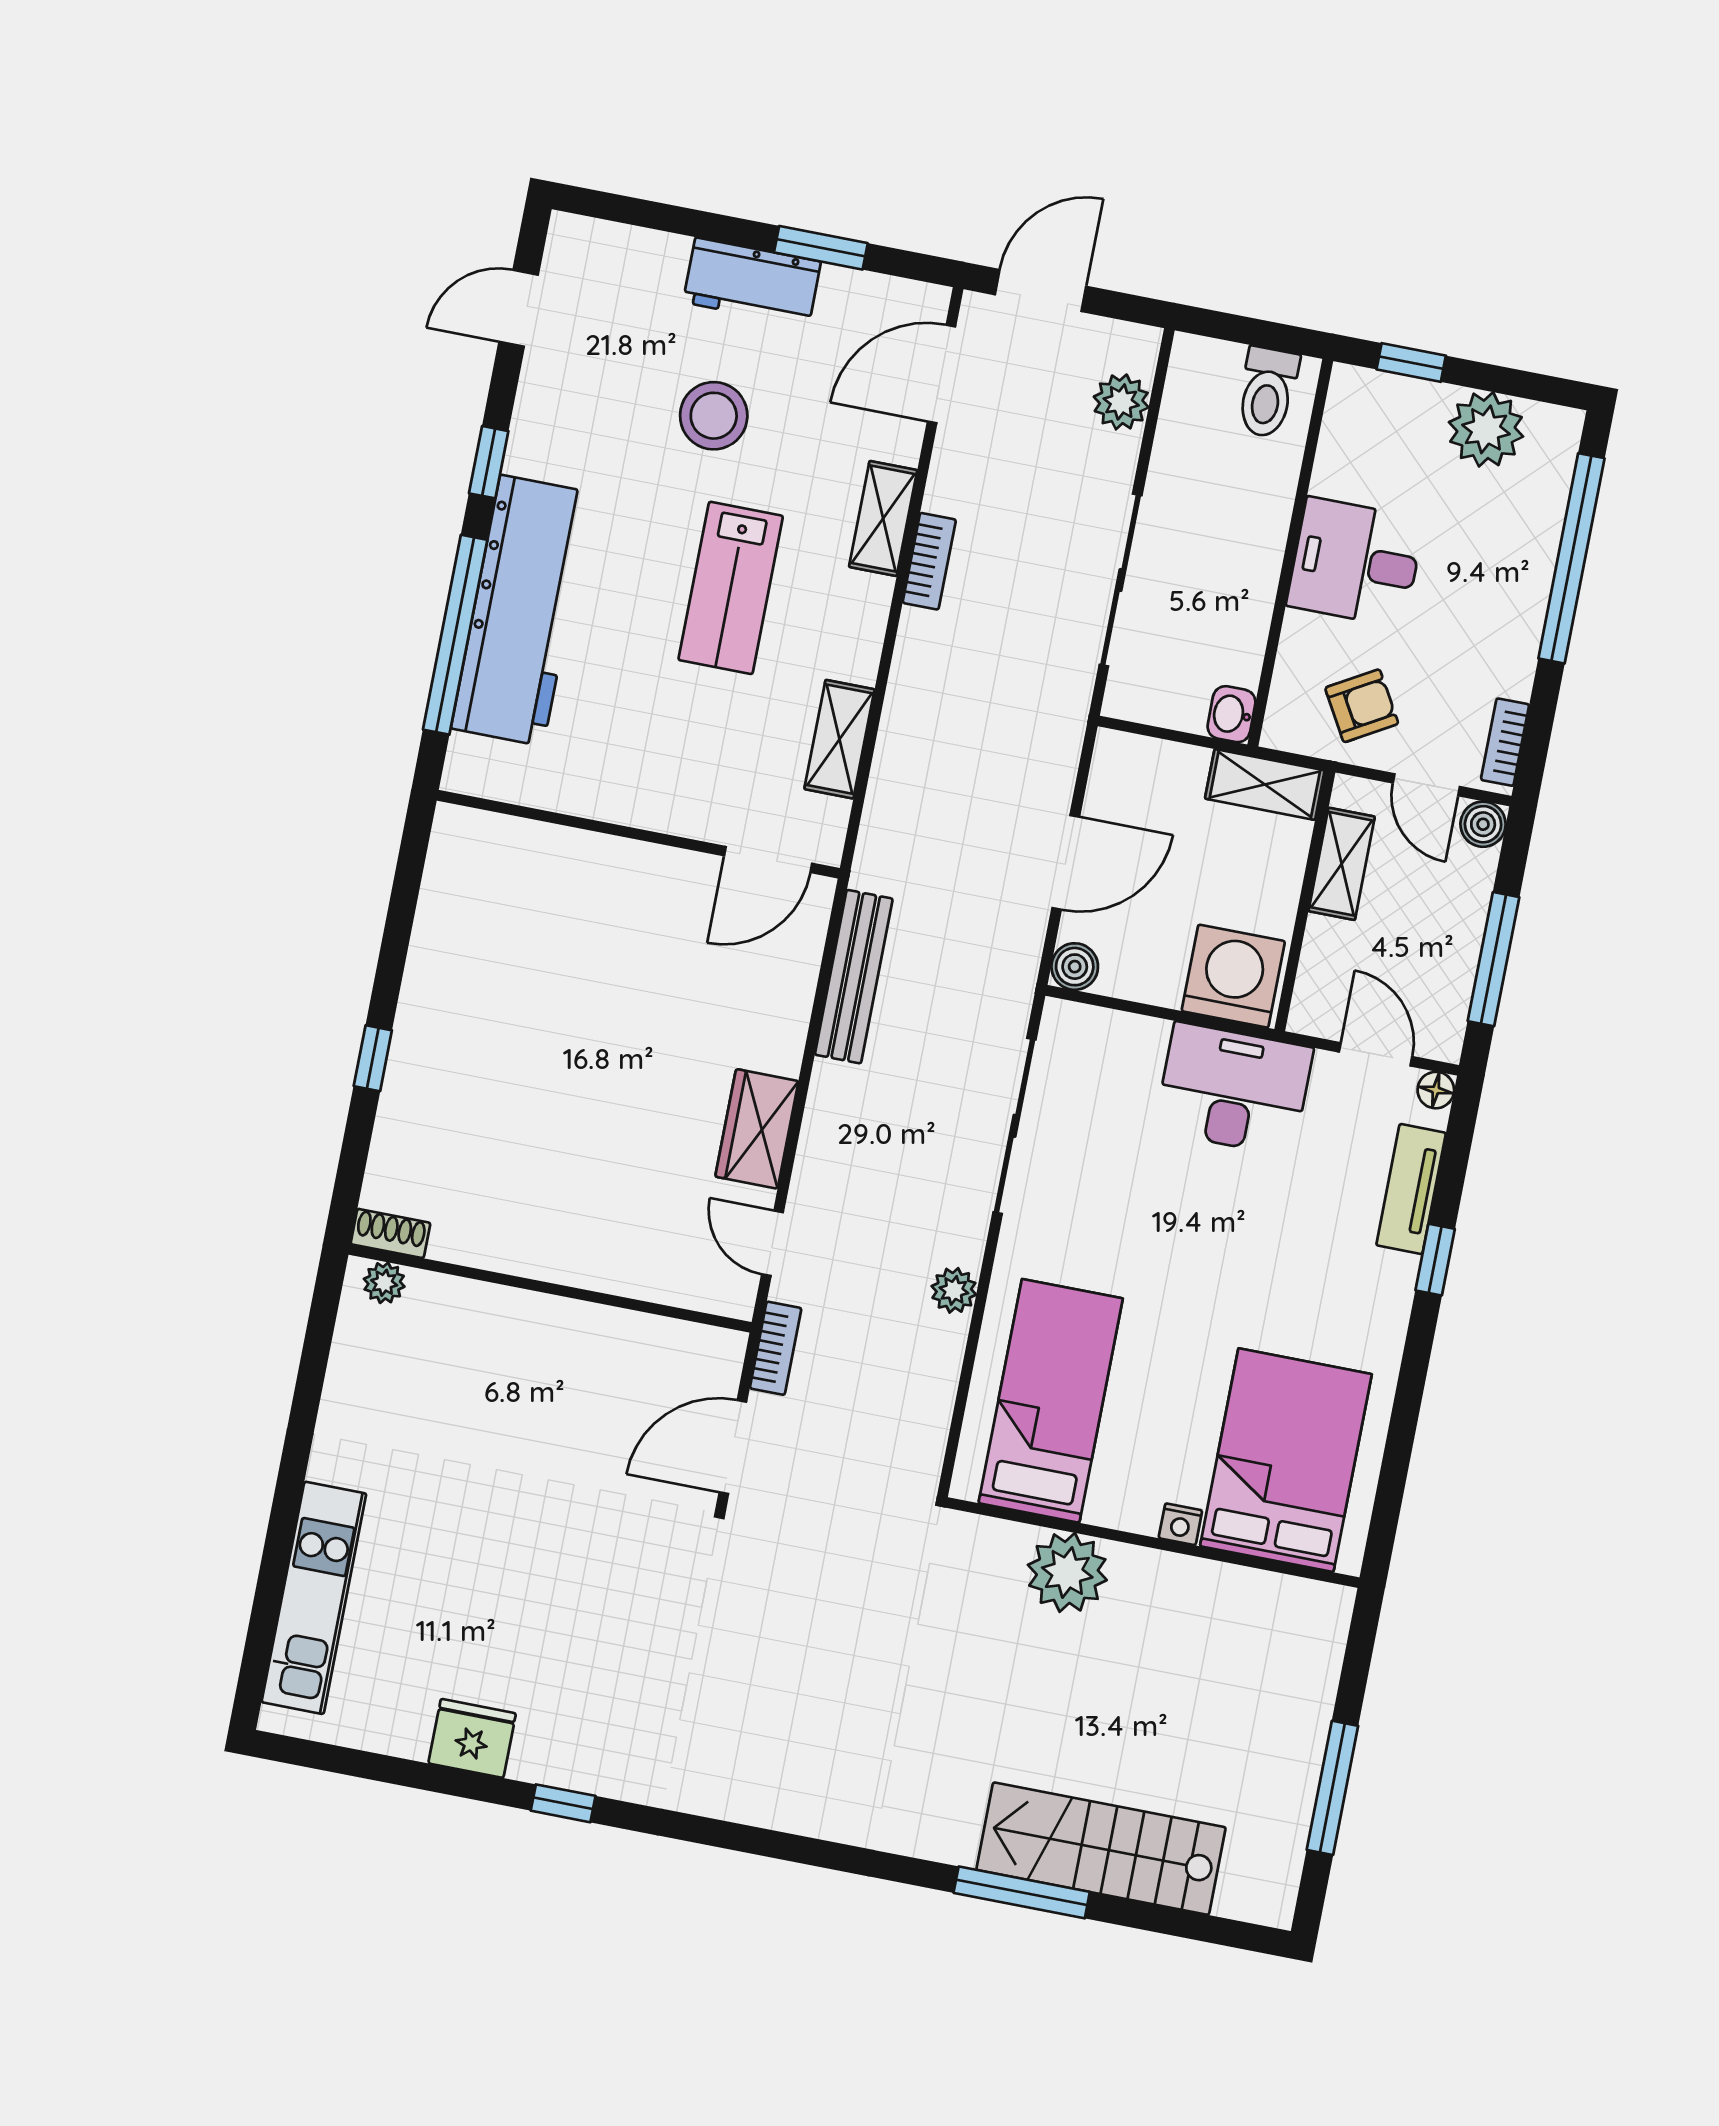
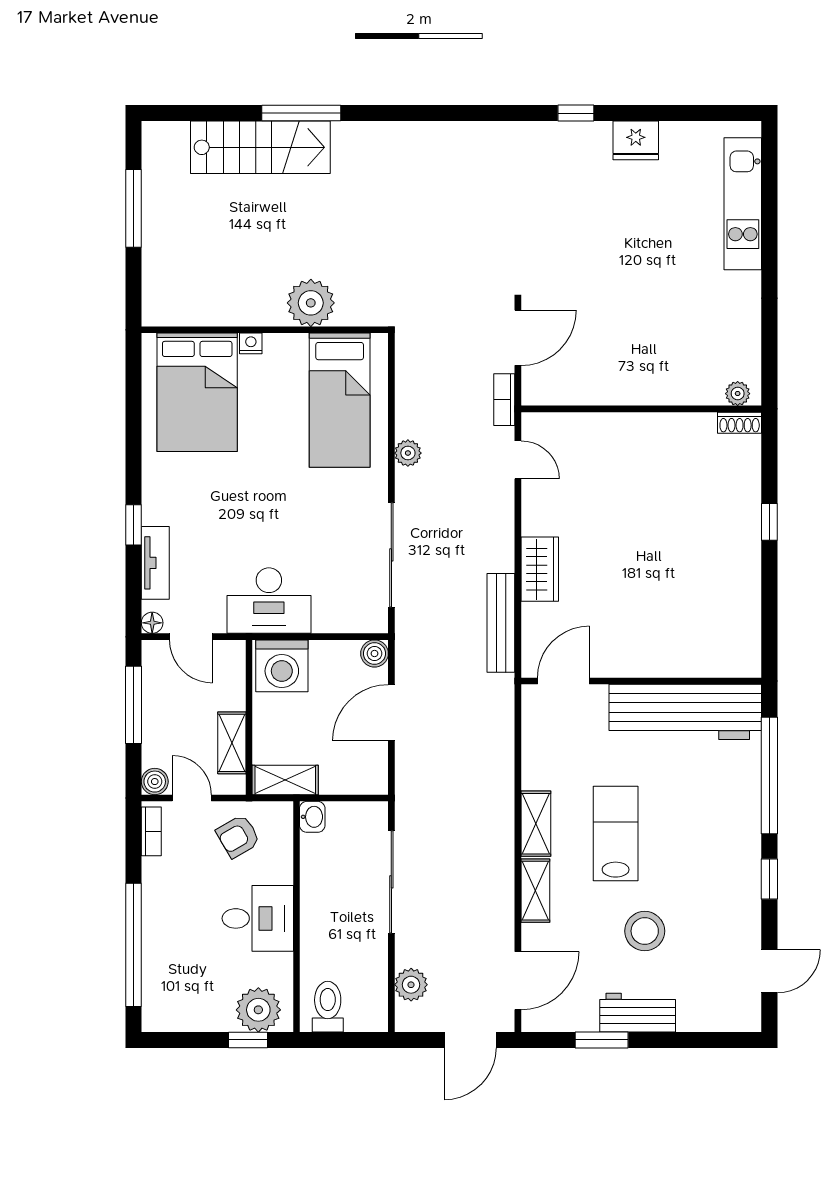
plant: (1486, 429) -> (258, 1010), moved
bookcase: (929, 561) -> (504, 871), removed
workbench: (522, 610) -> (685, 712), moved, turned -90
shelving: (839, 739) -> (536, 824), moved
wardrobe: (757, 1129) -> (540, 569), moved

